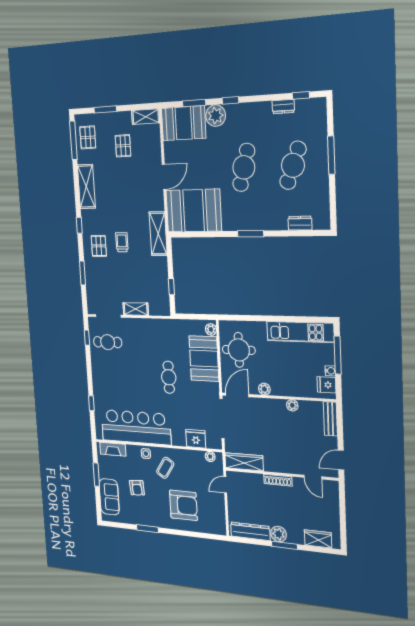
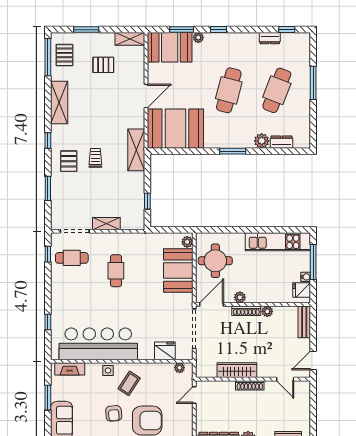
plant: (216, 116) -> (198, 38), width x0.53, depth x0.53
pallet: (123, 146) -> (103, 65), turned 90
plant: (279, 222) -> (262, 141), added
cafe table: (169, 377) -> (116, 271), moved
shoe rack: (271, 403) -> (246, 311), added
wardrobe: (244, 462) -> (237, 370), moved
armchair: (137, 488) -> (114, 413), moved

